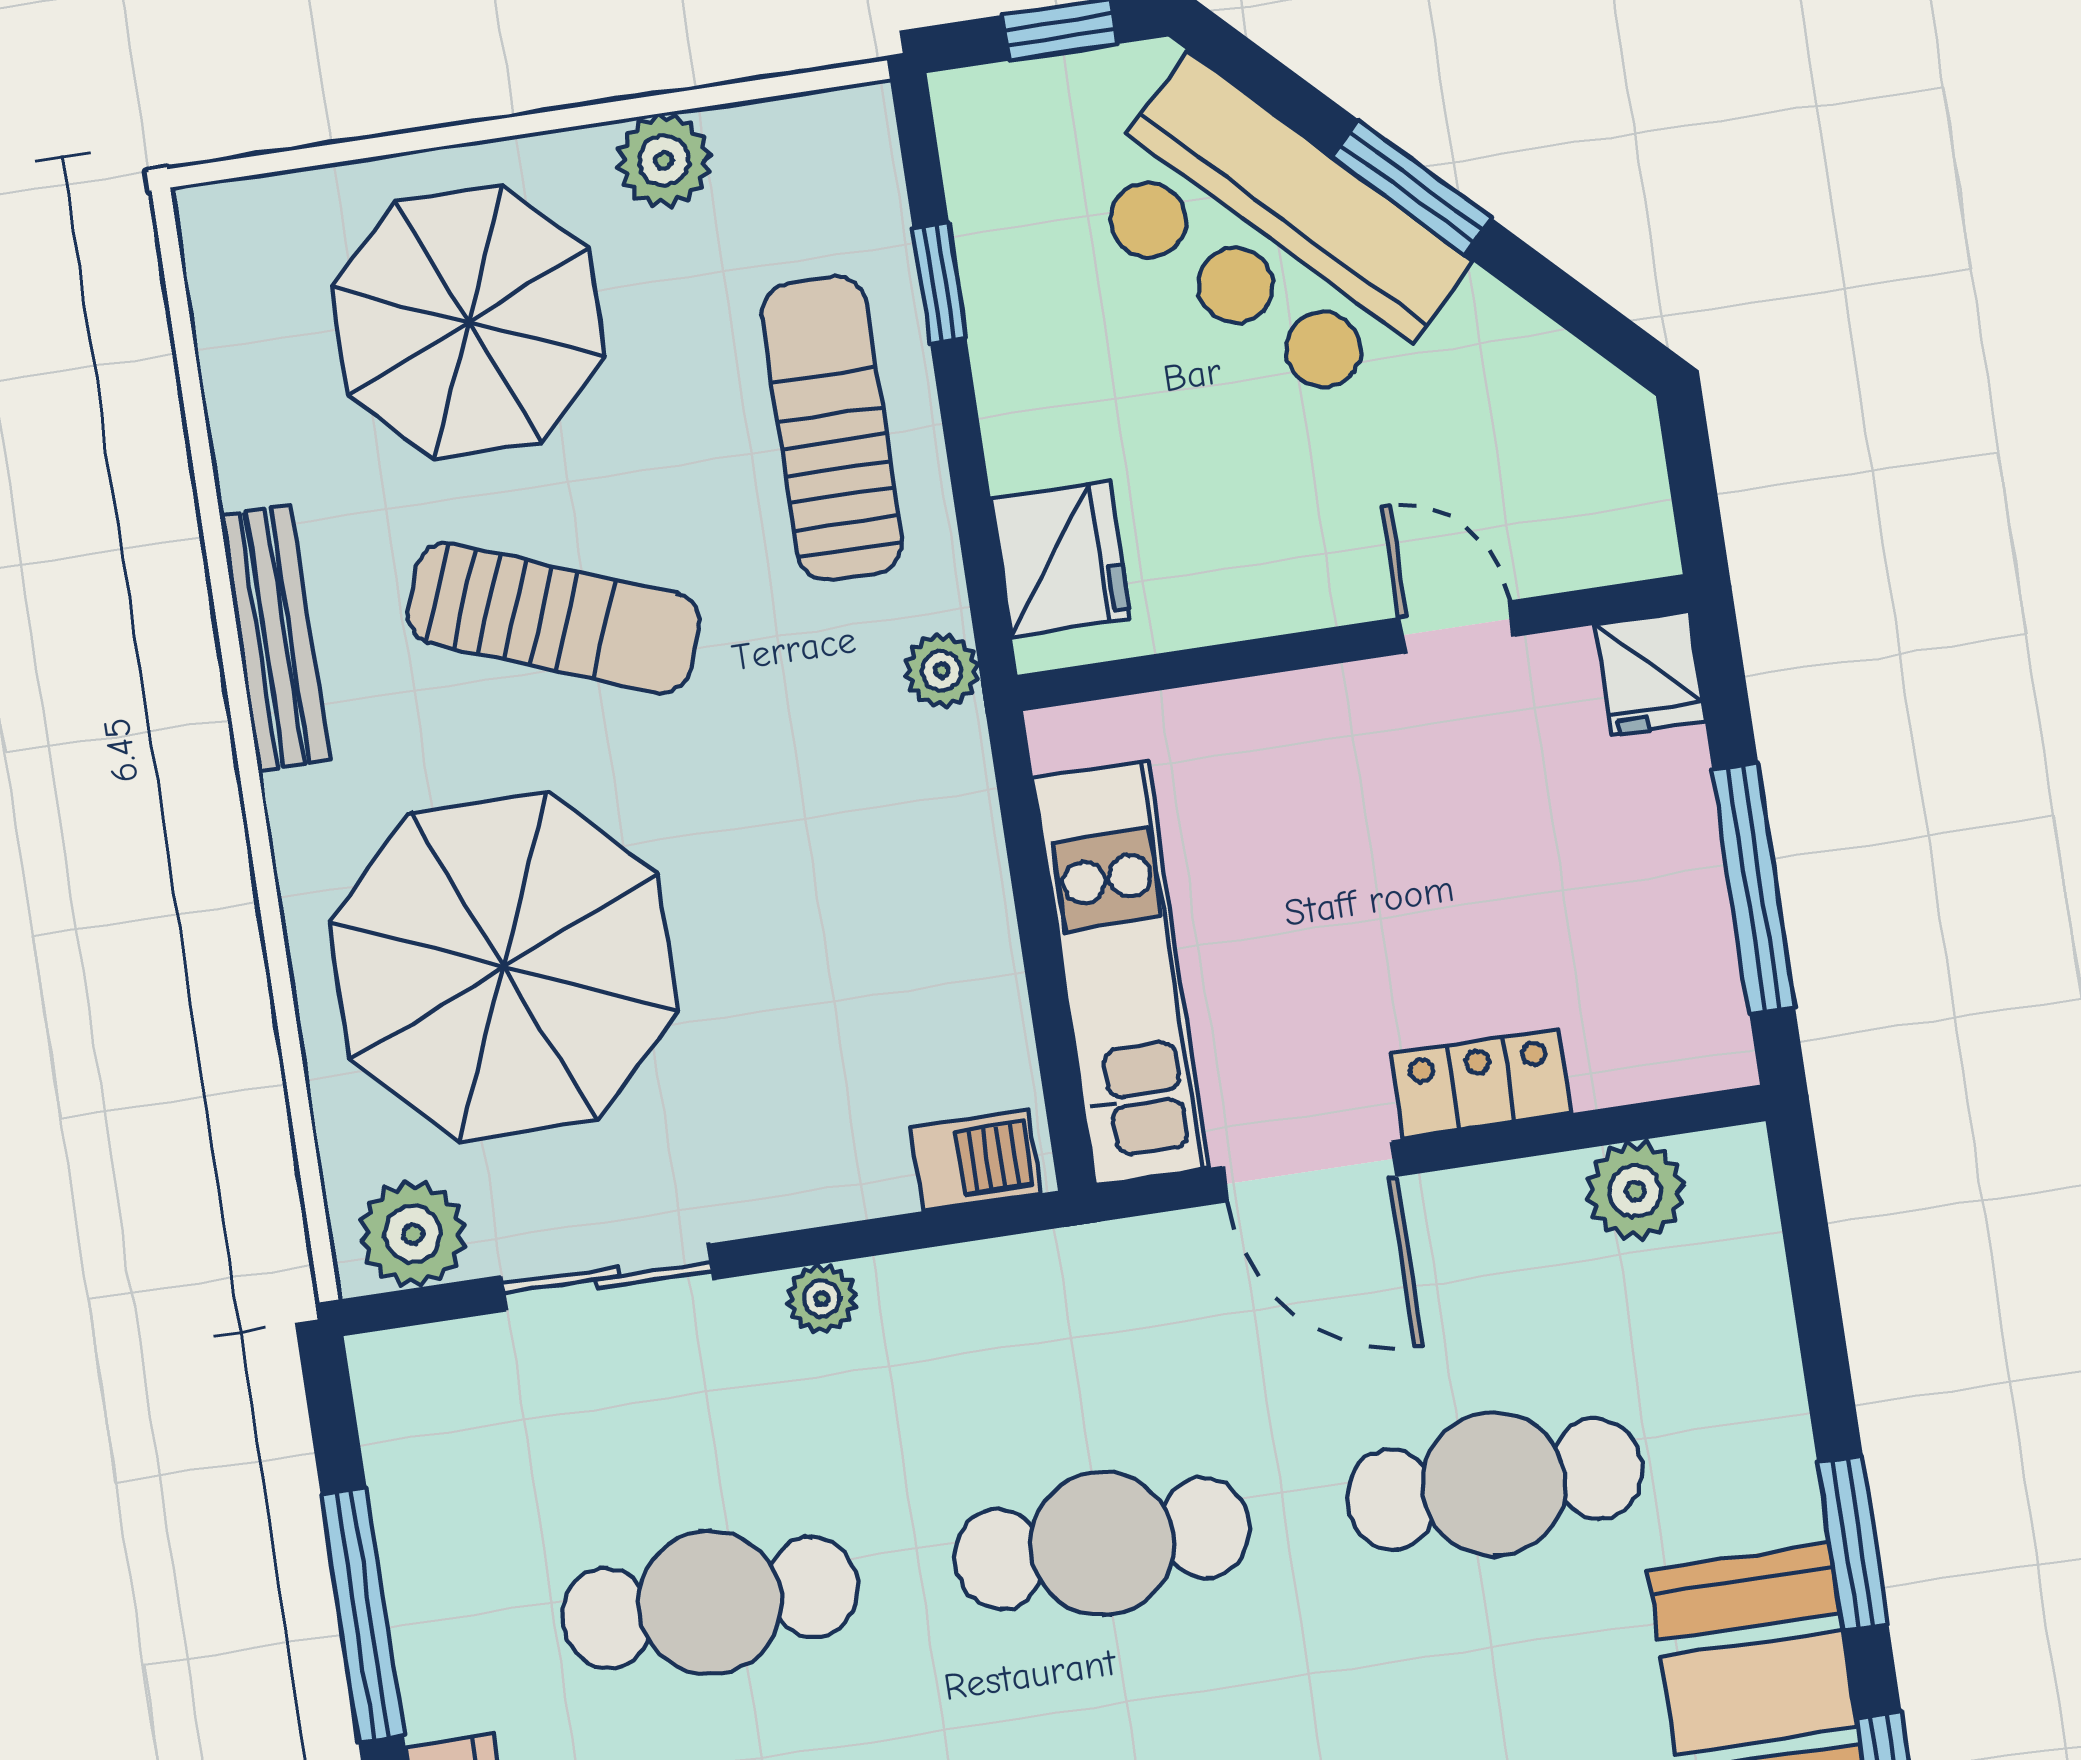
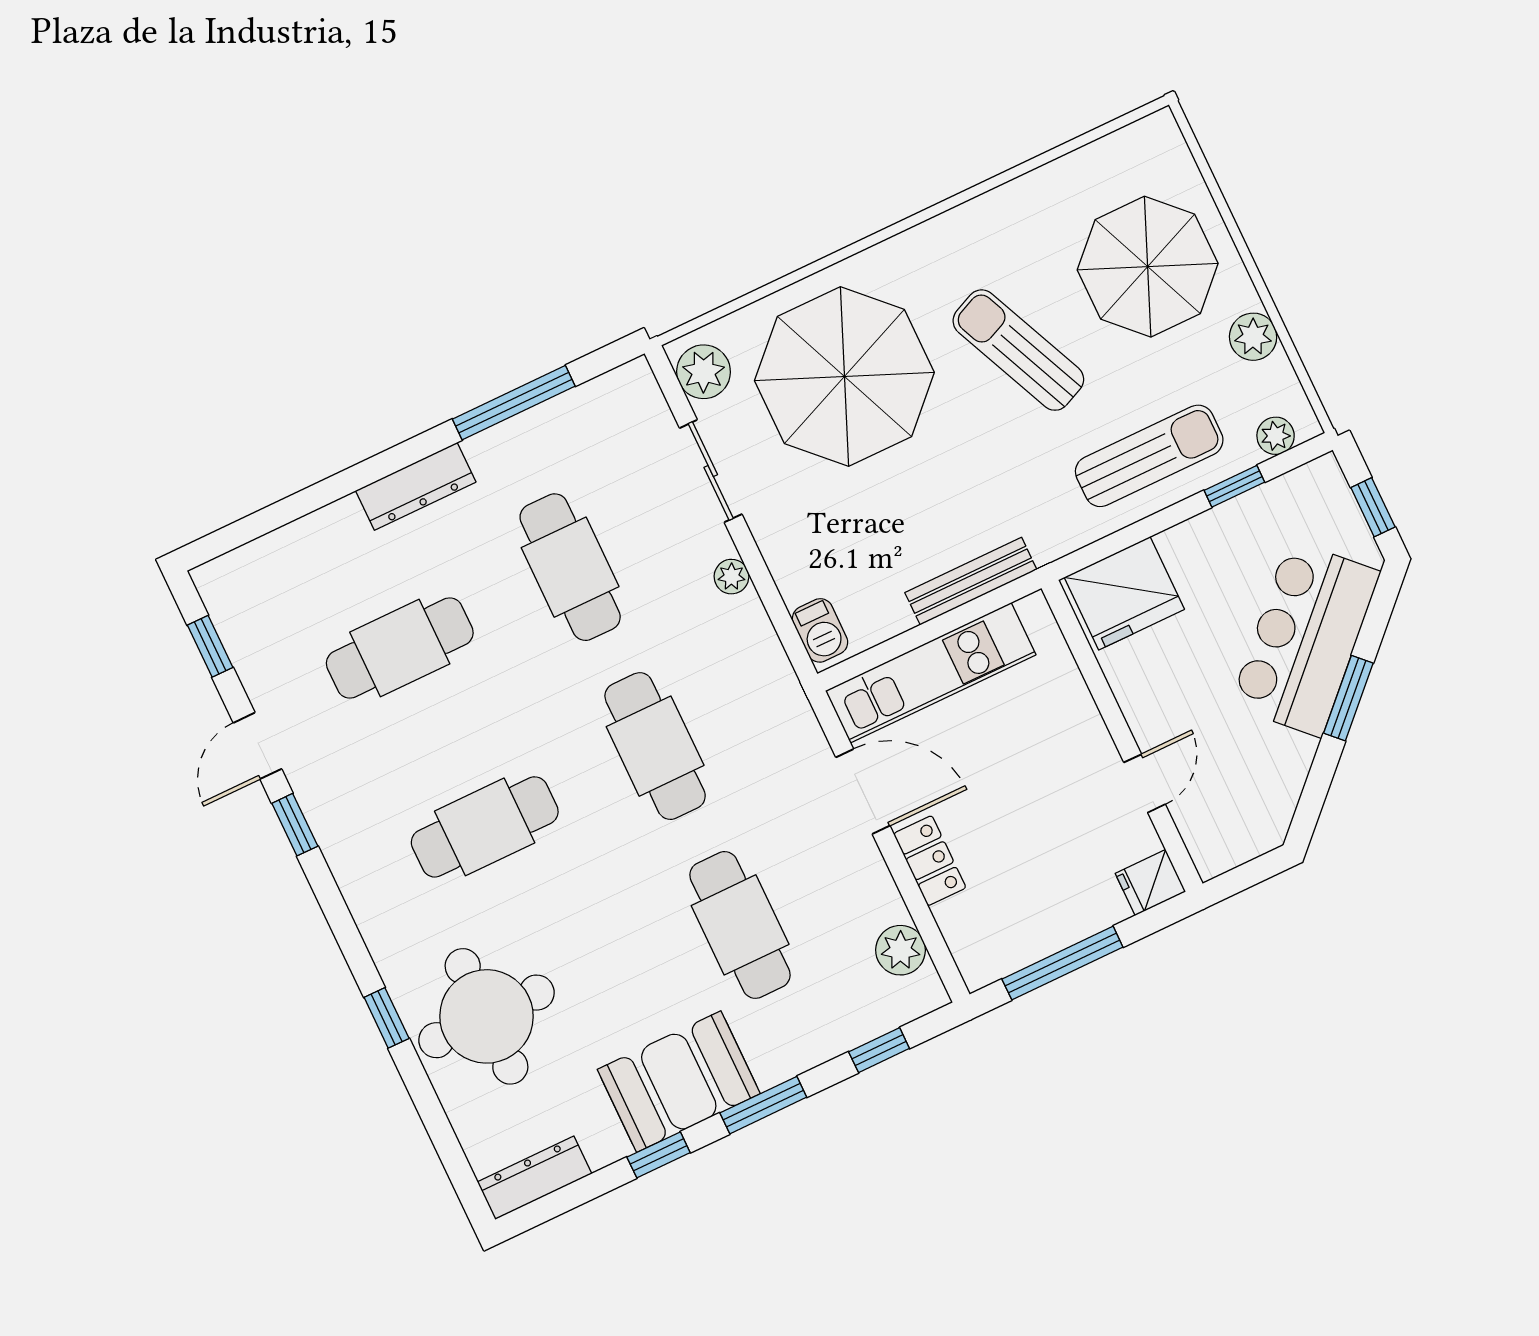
fridge: (1061, 559) -> (1124, 593), width x1.36, depth x1.34
sun lounger: (554, 618) -> (1018, 350), turned 135
bench: (275, 638) -> (971, 581), moved
plant: (942, 671) -> (1276, 436), moved
door: (1309, 1171) -> (863, 791), swing flipped
window: (1814, 1290) -> (879, 1050), added

